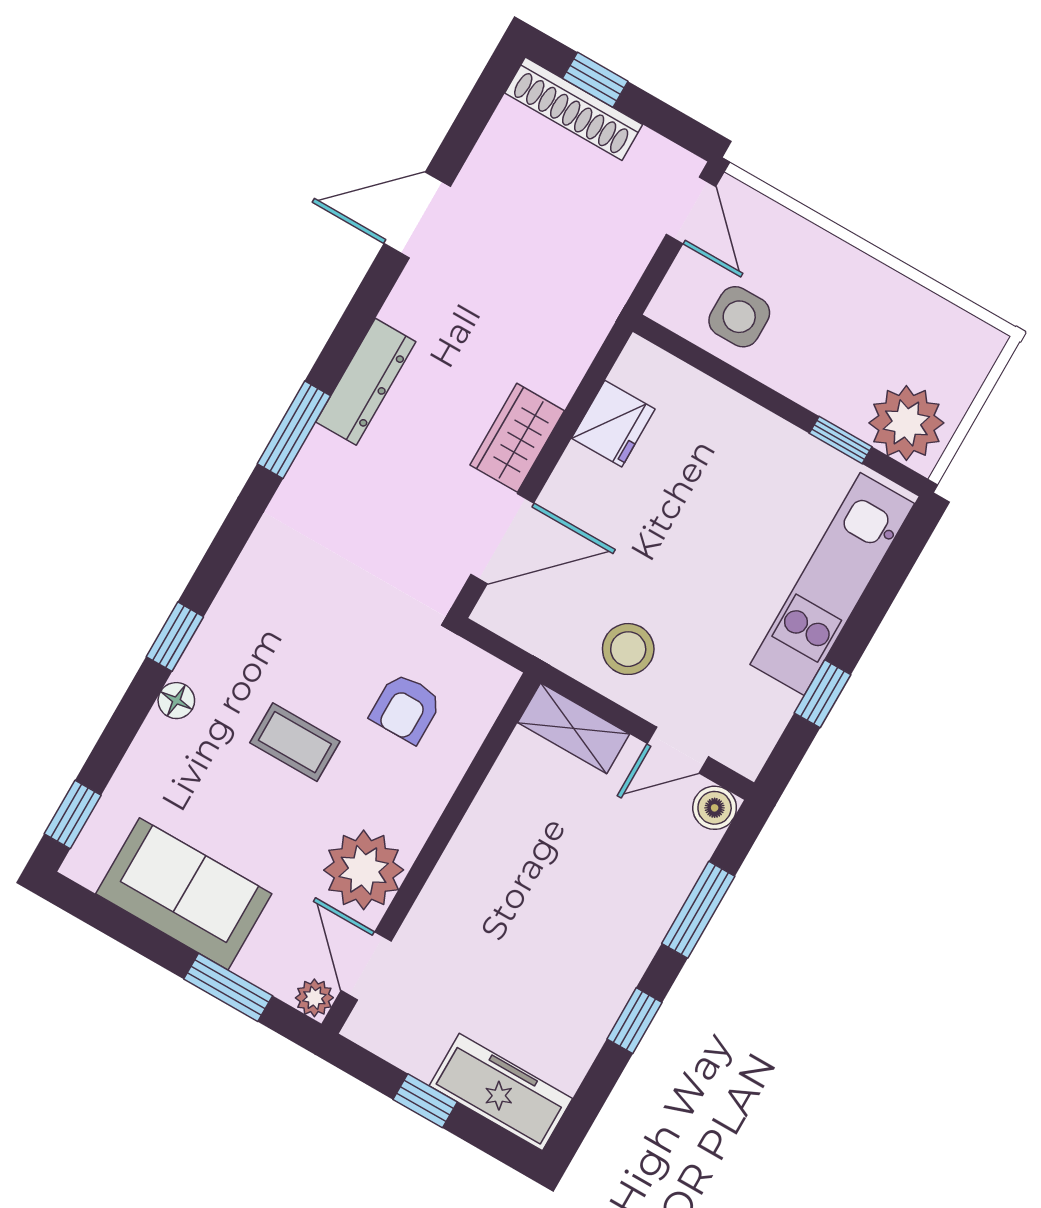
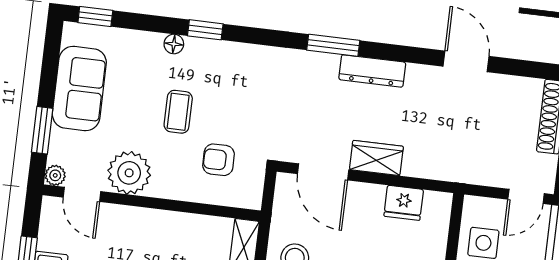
door: (366, 966) -> (82, 194), swing flipped

